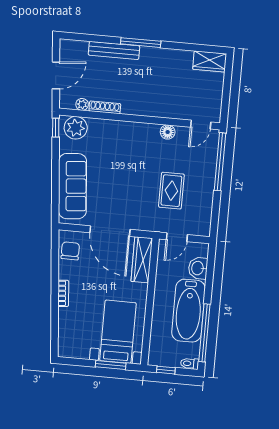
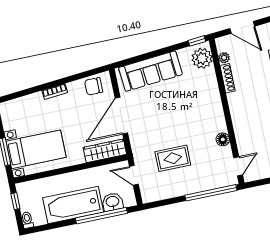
door: (201, 125) -> (238, 166), swing flipped
chair: (70, 251) -> (94, 86), turned 180
window: (204, 333) -> (101, 216), moved

